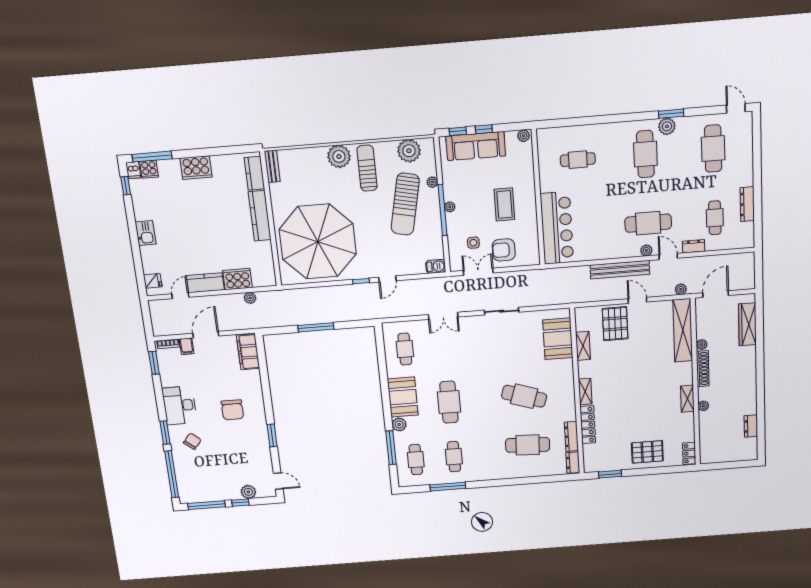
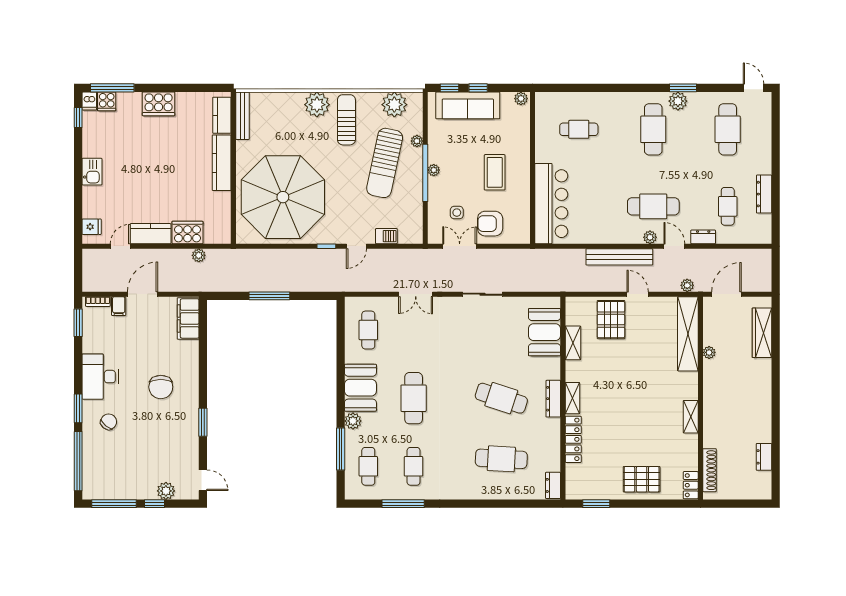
bench: (272, 166) -> (242, 116), width x1.36
barbecue: (436, 266) -> (386, 236), moved
shoe rack: (703, 369) -> (710, 470), moved
plant: (703, 406) -> (709, 427), removed
dresser: (571, 436) -> (553, 399), moved

